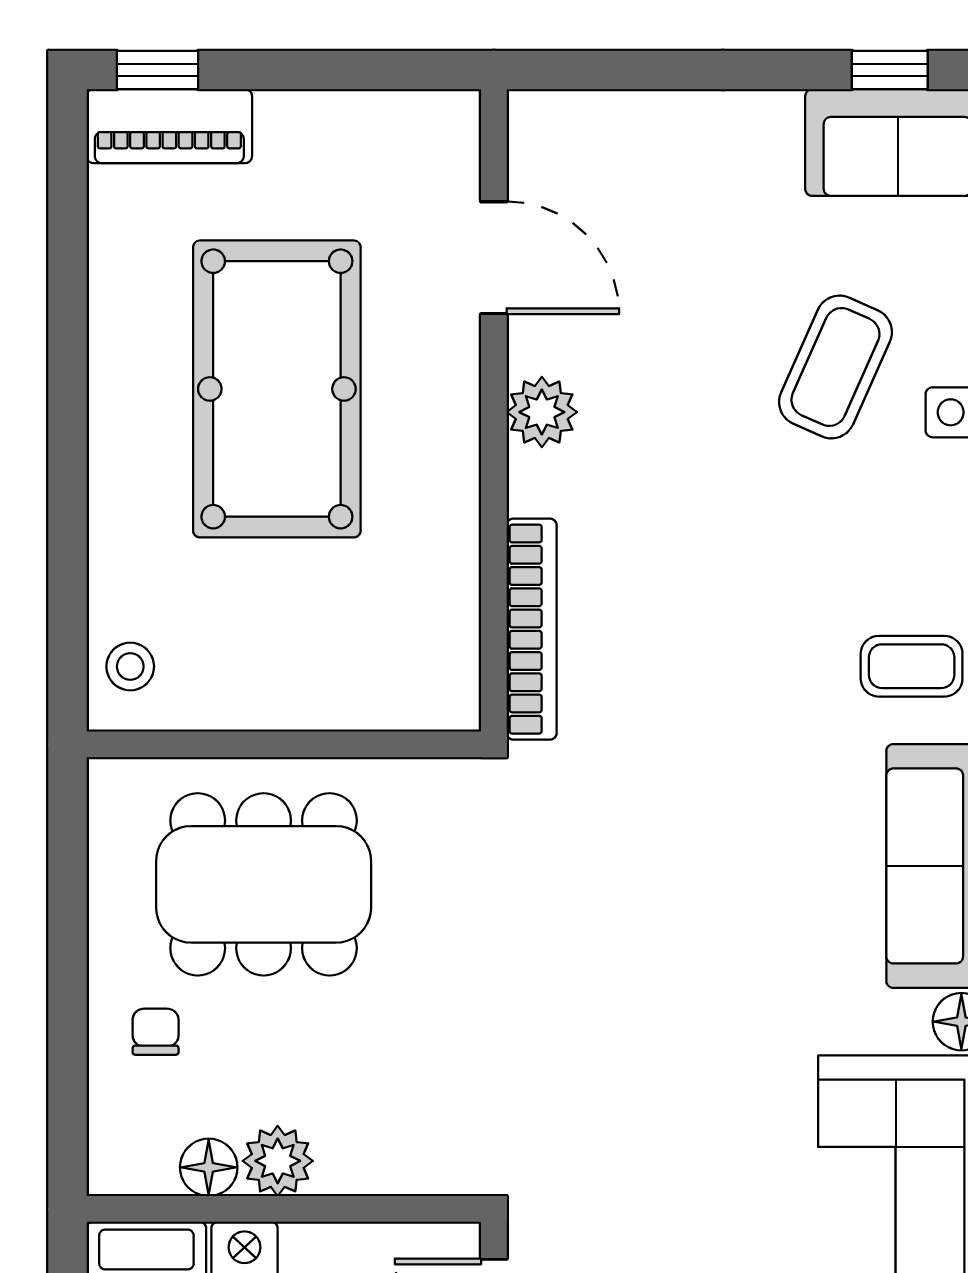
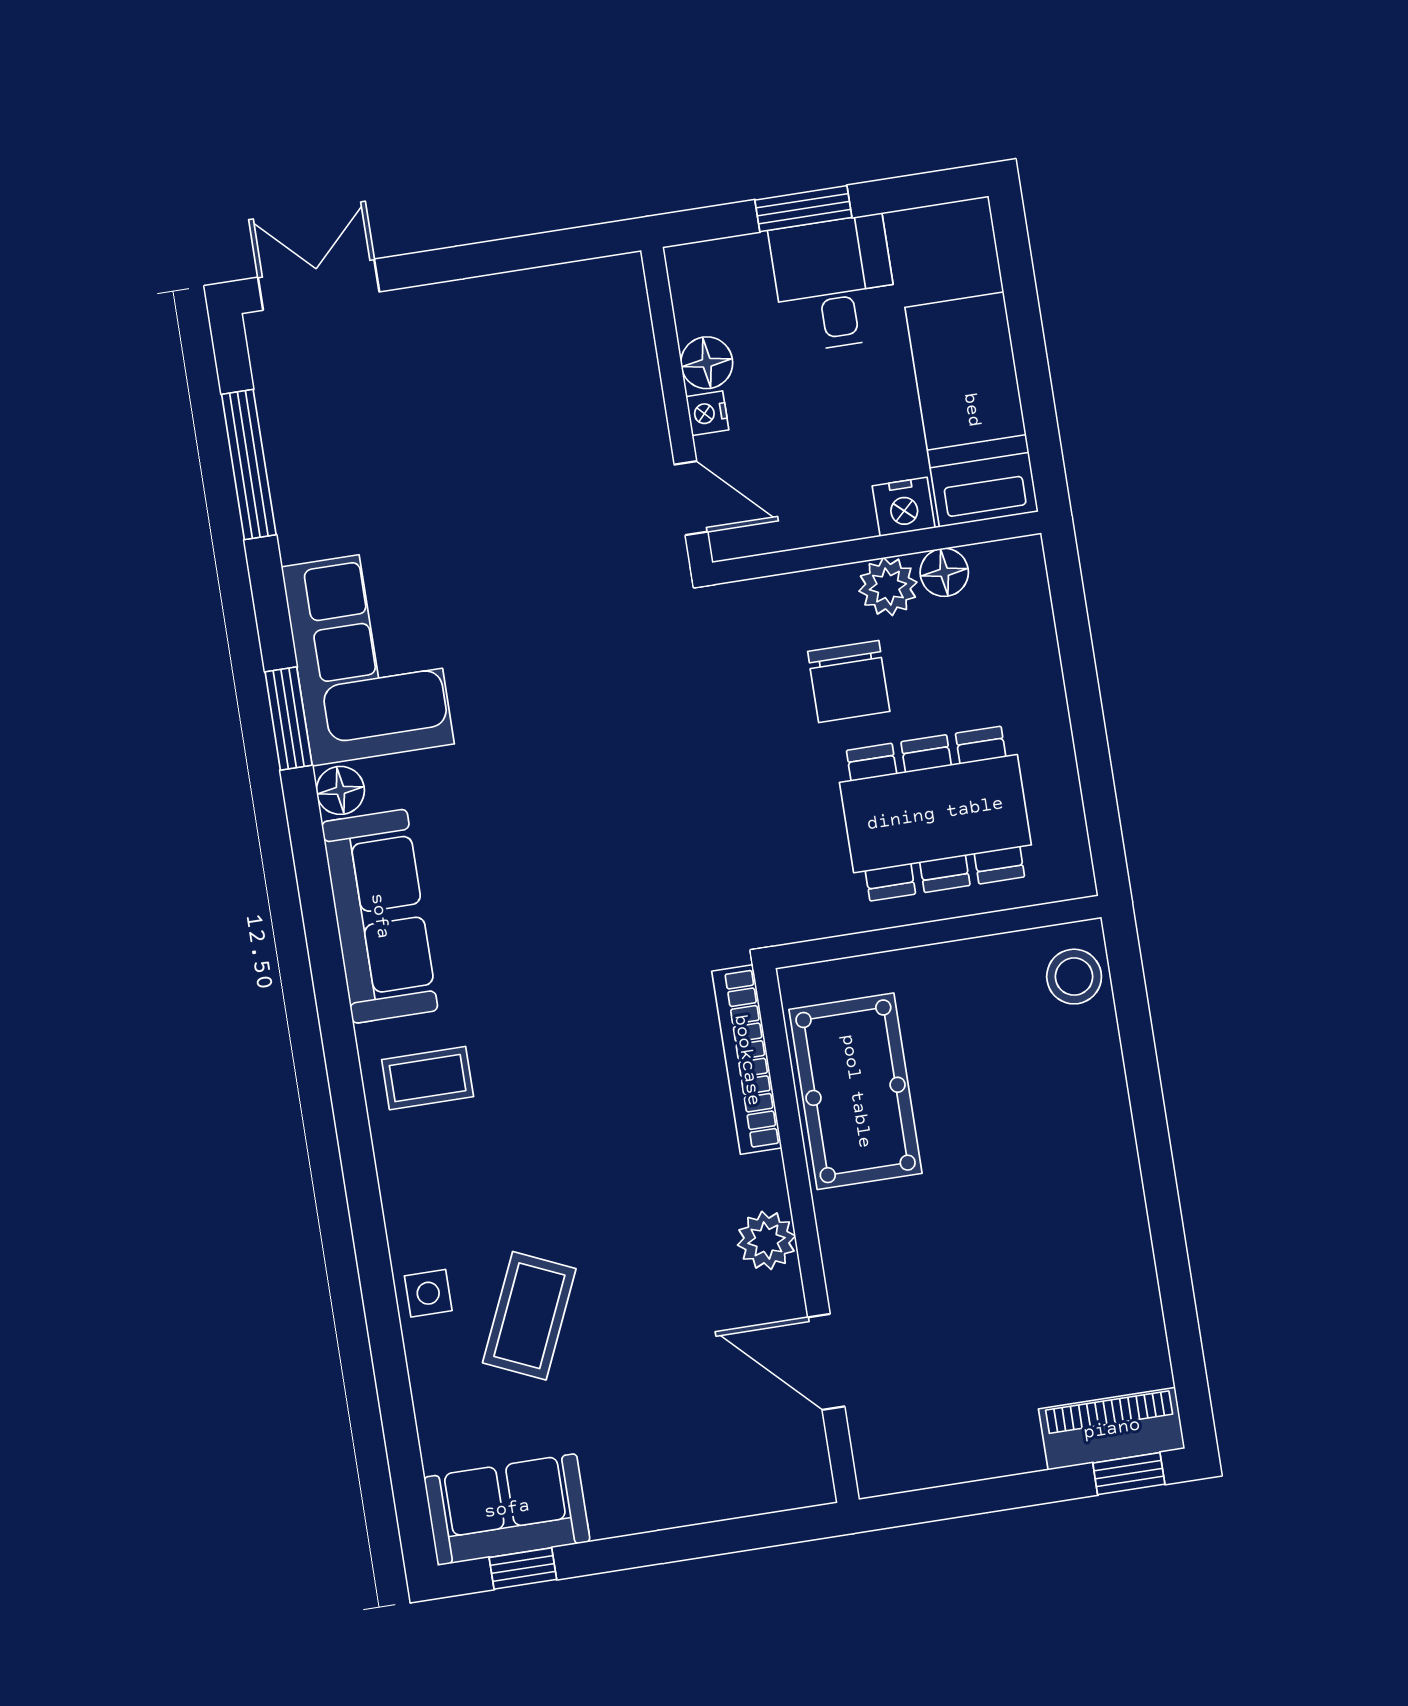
pool table: (277, 389) -> (856, 1091), moved, width x0.73, depth x0.76
stool: (130, 666) -> (1074, 977), width x1.37, depth x1.37
chair: (156, 1032) -> (849, 681), moved, width x1.87, depth x1.87

